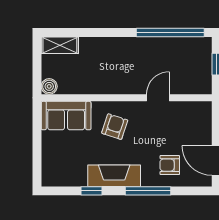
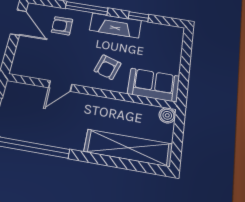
shelving: (60, 45) -> (128, 148), width x2.20, depth x1.33
armchair: (170, 165) -> (62, 26), turned 180

